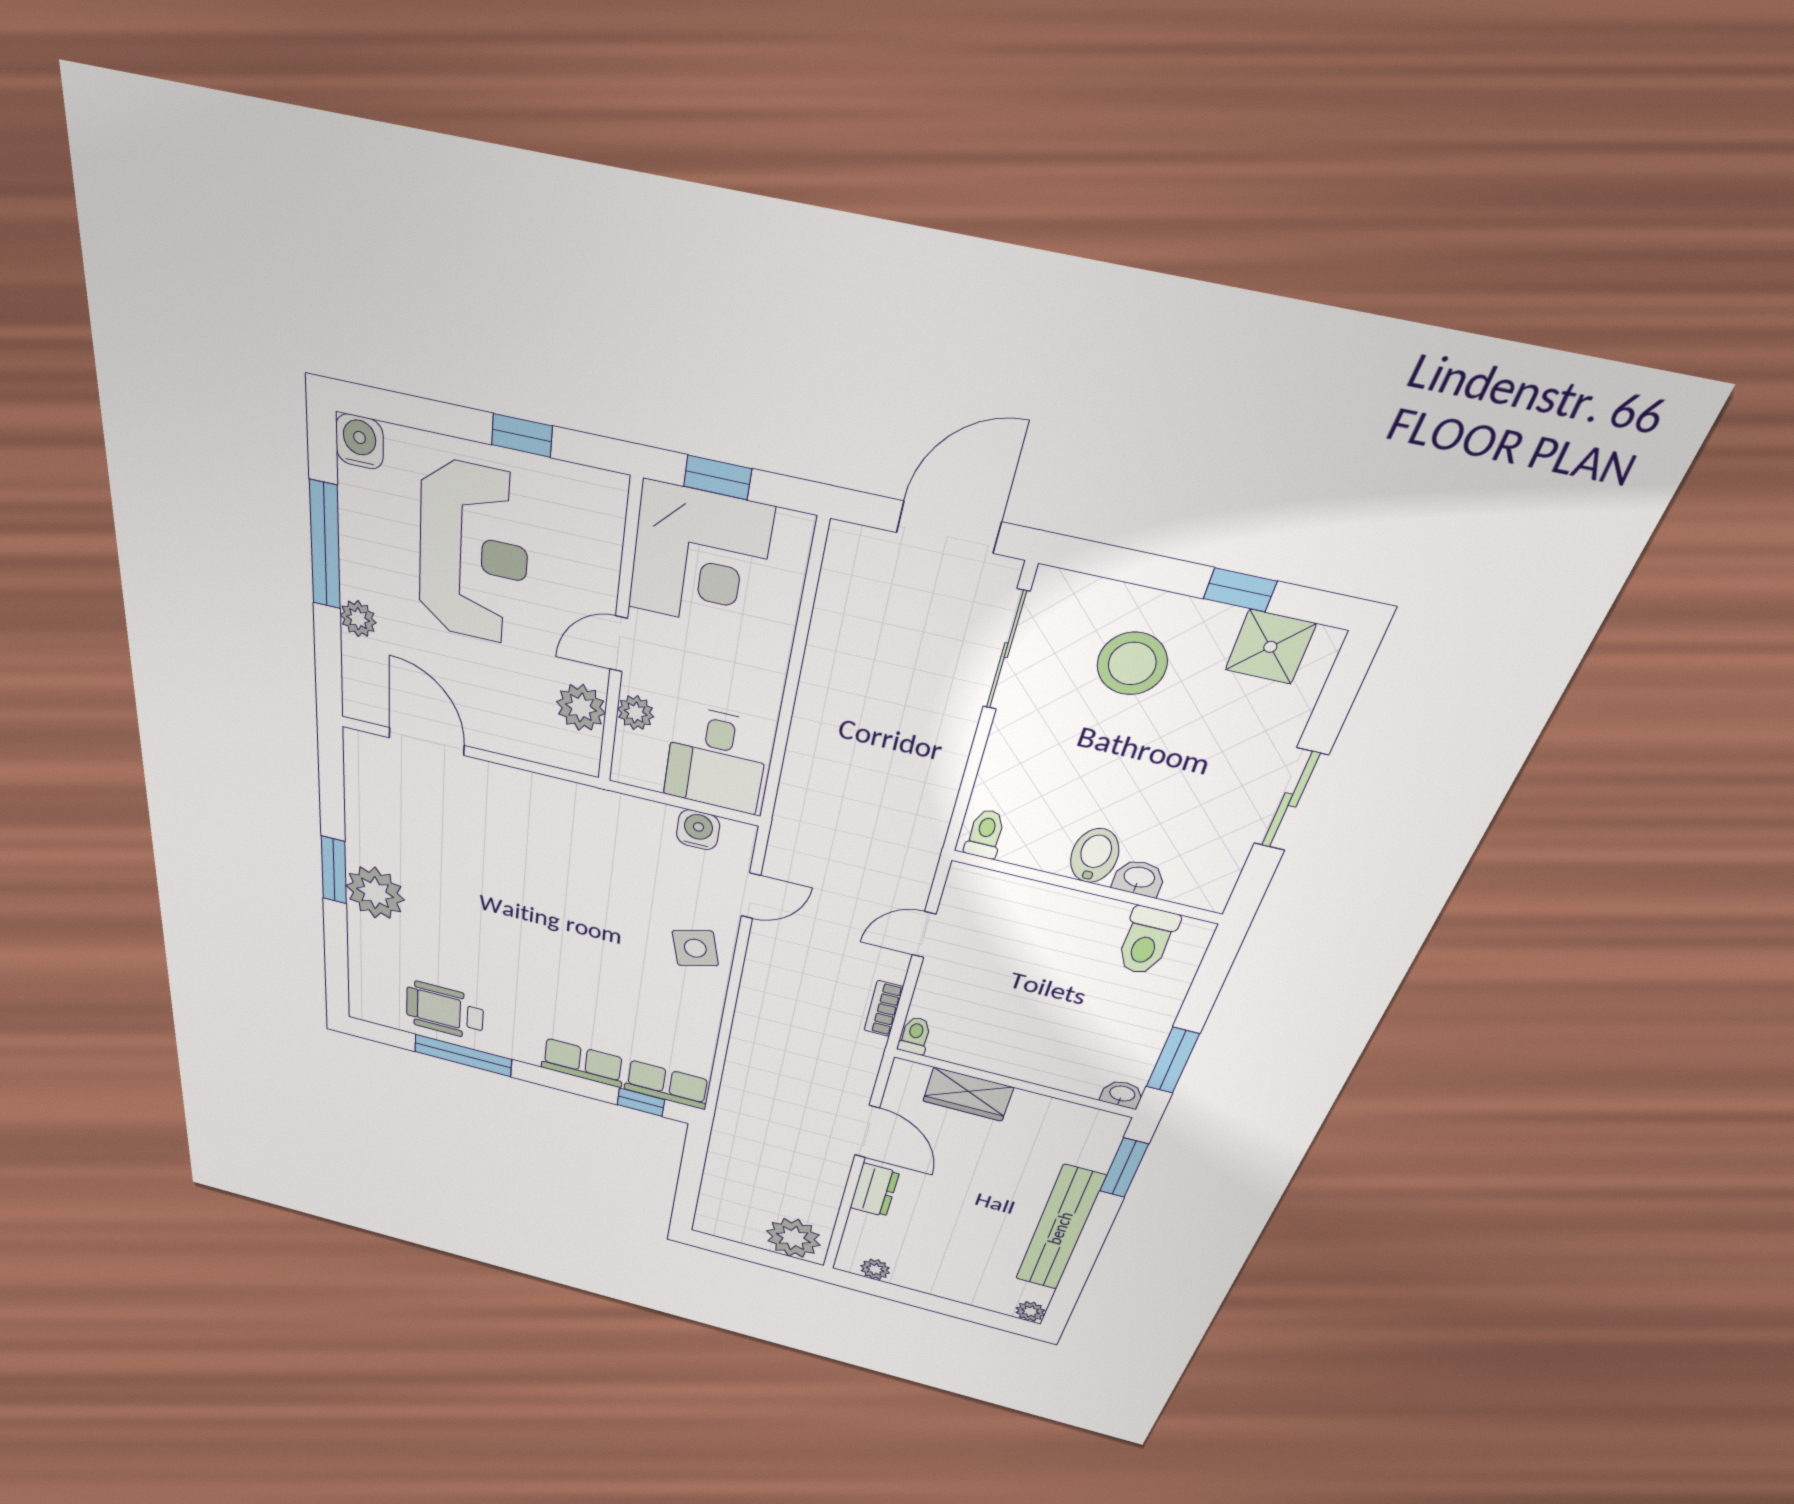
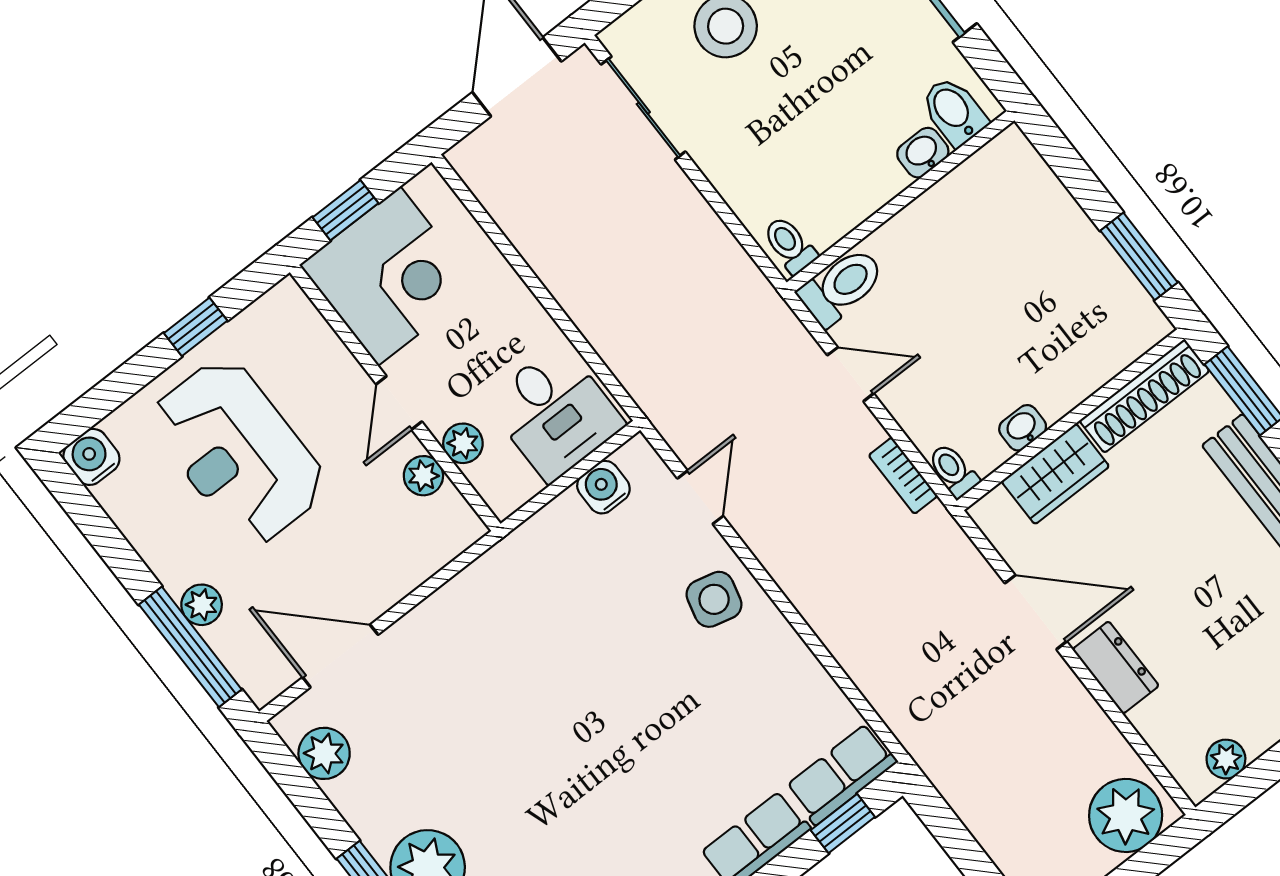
window: (325, 545) -> (190, 647), moved
reception desk: (473, 553) -> (238, 452), turned 180
plant: (581, 708) -> (423, 476), width x0.73, depth x0.73
plant: (365, 779) -> (324, 753), added
bidet: (1095, 856) -> (954, 111), moved
door: (924, 935) -> (851, 374), swing flipped
toilet: (1146, 941) -> (841, 286), moved, turned -90
side table: (695, 948) -> (714, 599), turned 30
washbasin: (1122, 1094) -> (1023, 428), moved
shoe rack: (1070, 1116) -> (1144, 396), added

